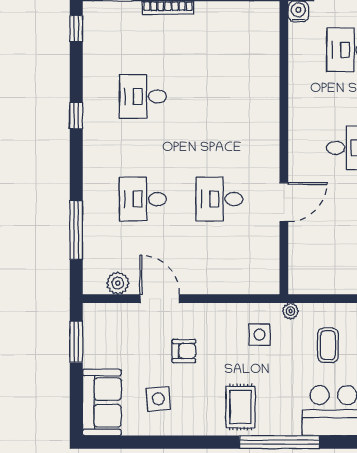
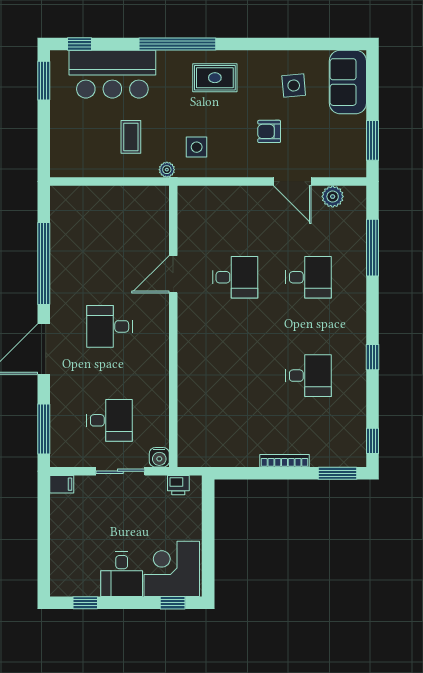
rug: (240, 407) -> (215, 78), turned 90

